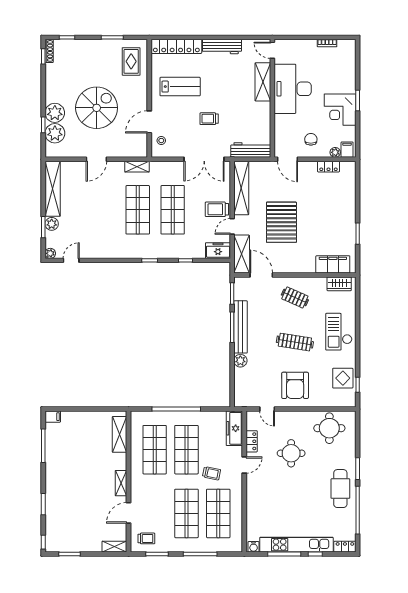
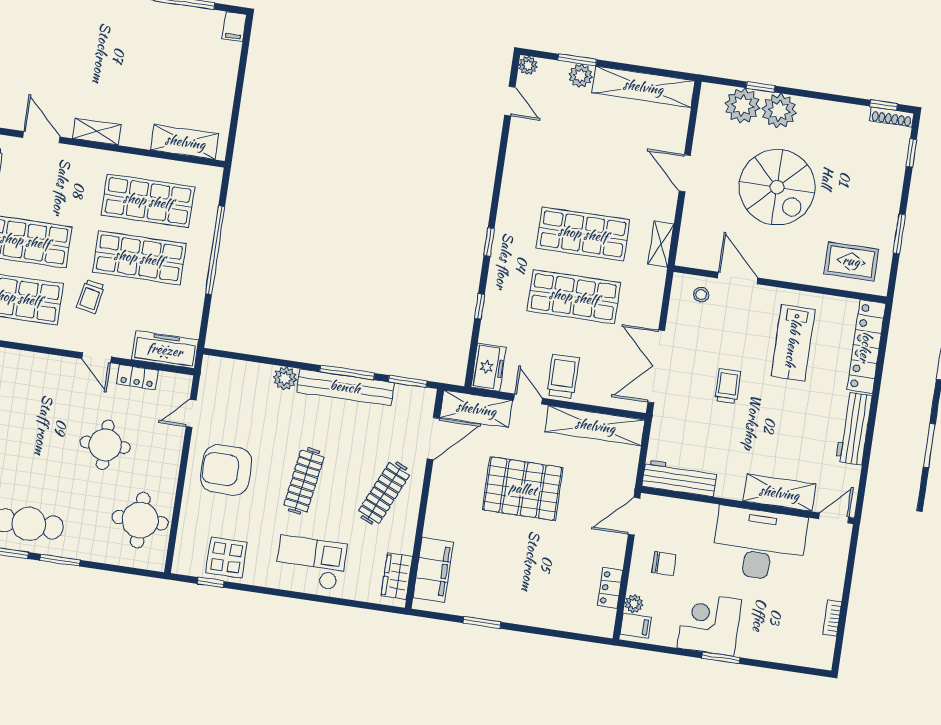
workbench: (251, 150) -> (679, 478), moved, turned -90
clothes rail: (295, 297) -> (384, 493), width x1.36

